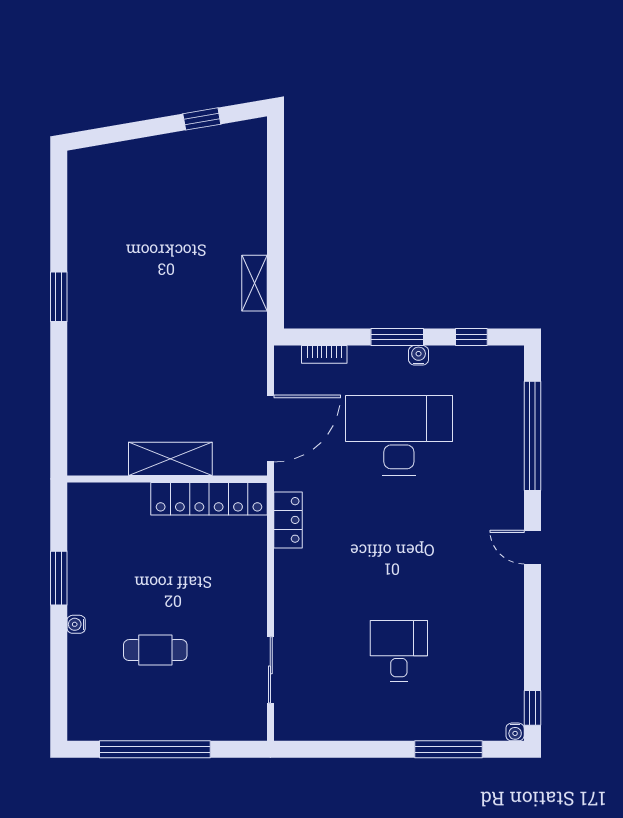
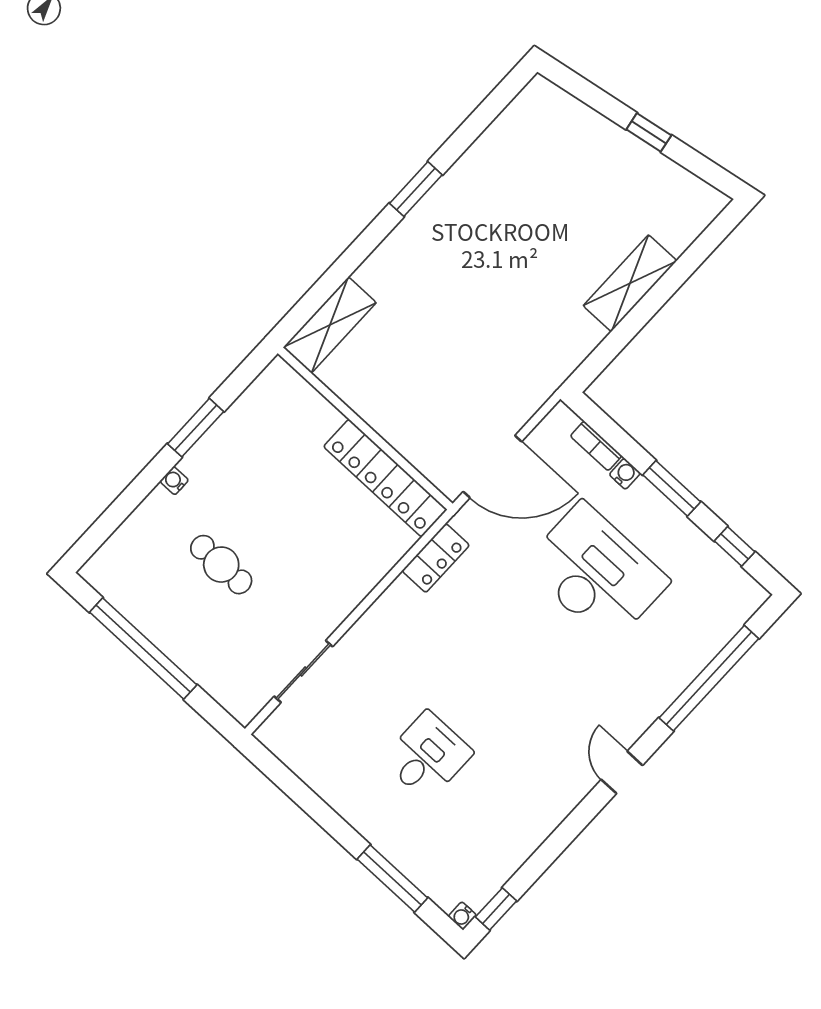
window: (202, 119) -> (649, 132), moved
shelving: (254, 283) -> (630, 283), moved, width x1.50, depth x1.33
water cooler: (419, 355) -> (625, 474), moved
shelving: (170, 459) -> (330, 325), moved, turned 90

